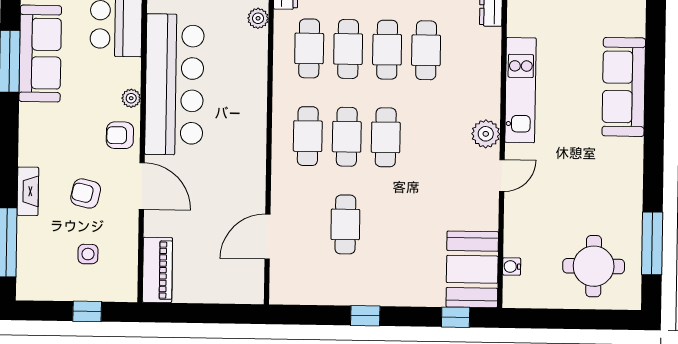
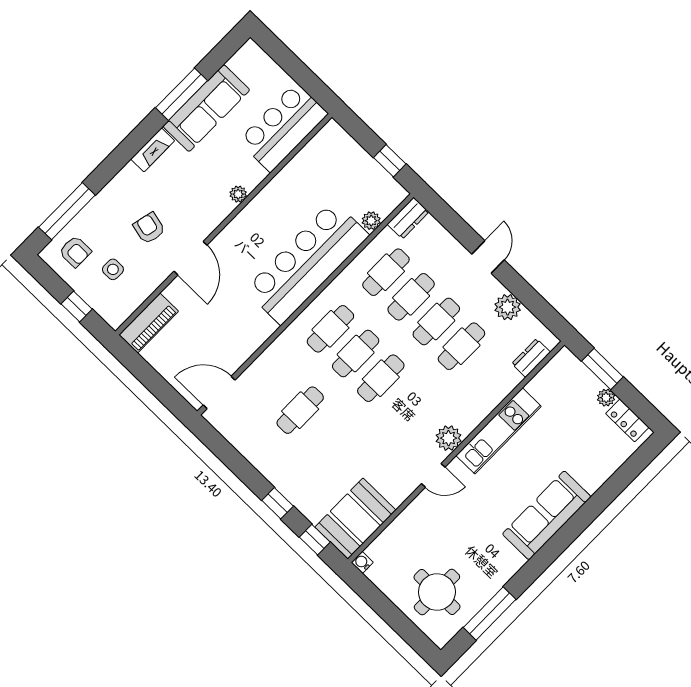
bar counter: (174, 84) -> (307, 263), moved, turned 180
sofa: (624, 87) -> (547, 515), moved
armchair: (120, 135) -> (75, 252), moved, turned 180
fireplace: (28, 191) -> (153, 150), moved
door: (267, 237) -> (219, 393), moved
water cooler: (512, 267) -> (362, 562), moved
window: (365, 316) -> (278, 503), moved

